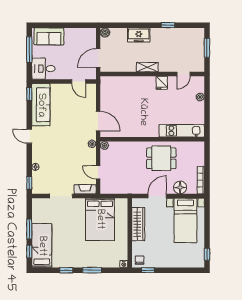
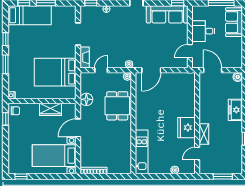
shelving: (147, 67) -> (204, 134), moved
desk: (43, 69) -> (203, 31), moved, turned -90
door: (183, 74) -> (197, 154), hinge flipped
fridge: (162, 83) -> (186, 128), width x1.88, depth x1.34
dining table: (161, 158) -> (117, 106), moved
floor lamp: (180, 187) -> (86, 99), moved
door: (157, 196) -> (78, 128), swing flipped
wardrobe: (138, 224) -> (51, 109), width x0.67

